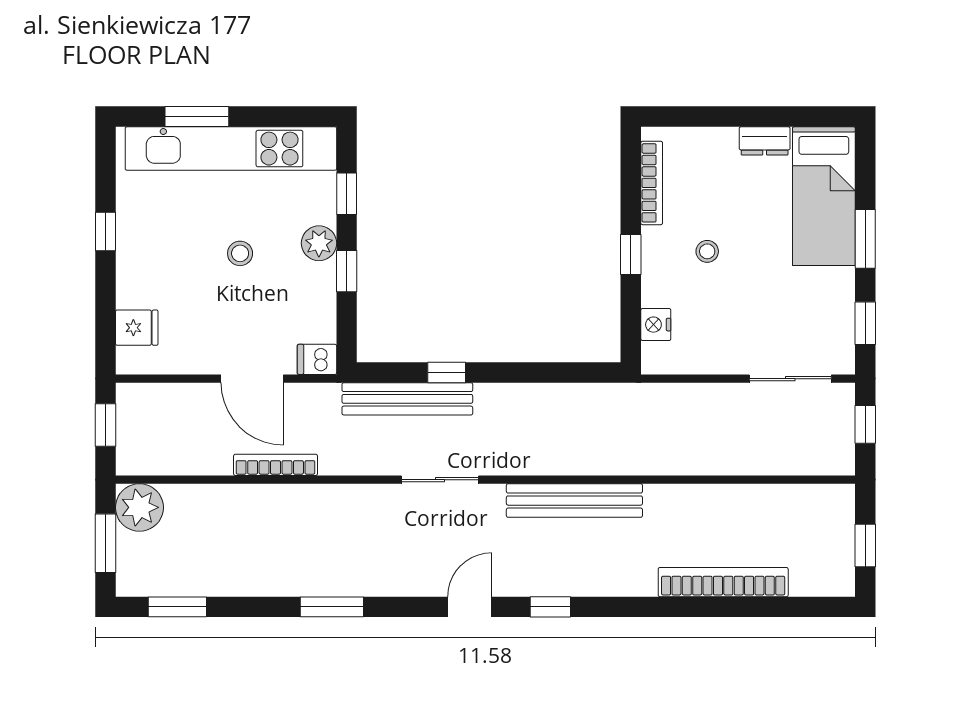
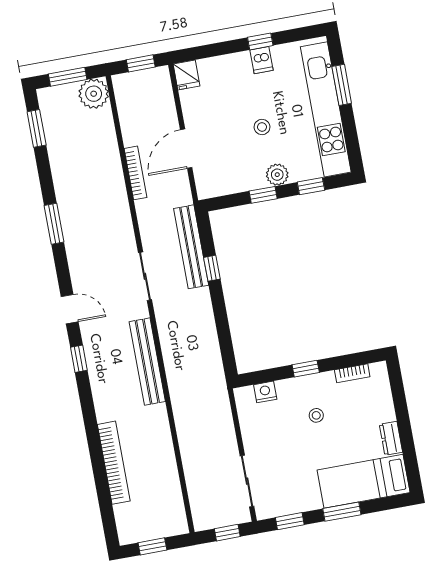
bookcase: (652, 183) -> (352, 373), width x0.64
fridge: (137, 328) -> (186, 75), moved
dishwasher: (317, 359) -> (262, 60), moved, turned 180

